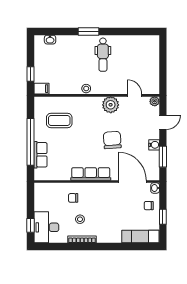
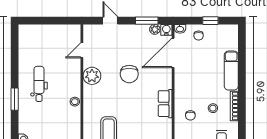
dental chair: (103, 55) -> (39, 84), turned -90
plant: (155, 101) -> (155, 29), moved
chair: (112, 140) -> (129, 74), turned -86
water cooler: (154, 145) -> (166, 30), moved
row of seats: (91, 174) -> (165, 104), width x0.68
exam couch: (140, 237) -> (231, 71), moved

